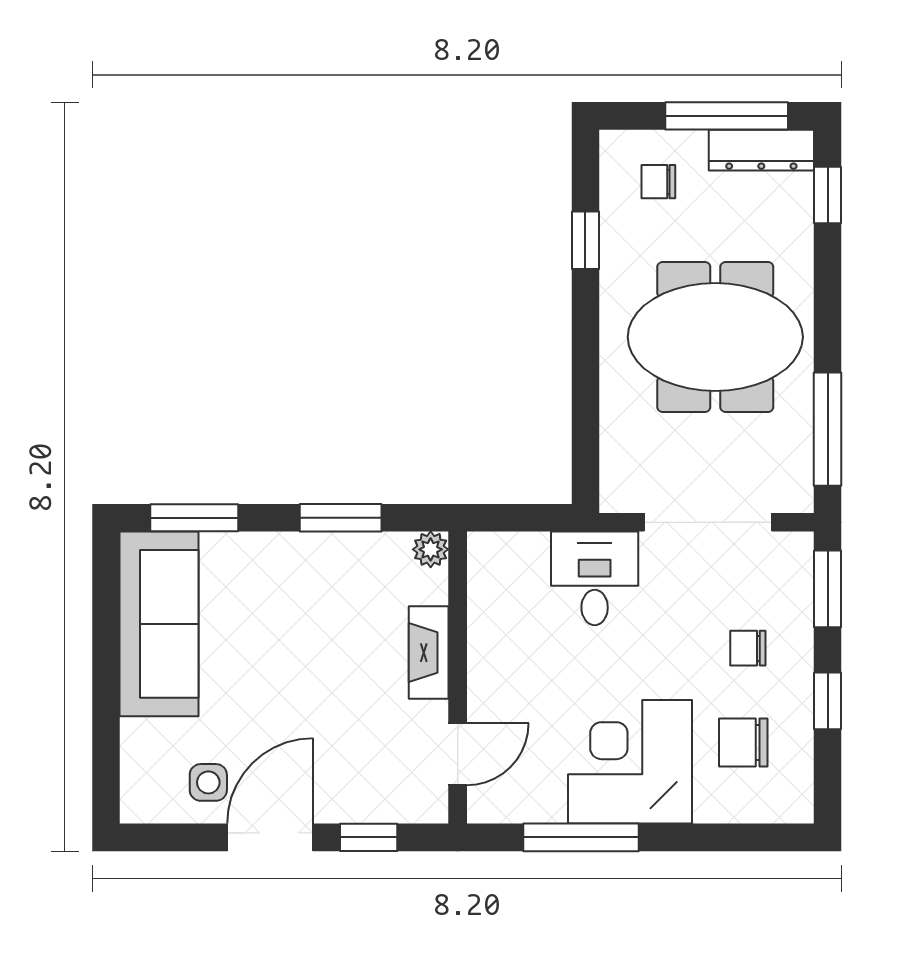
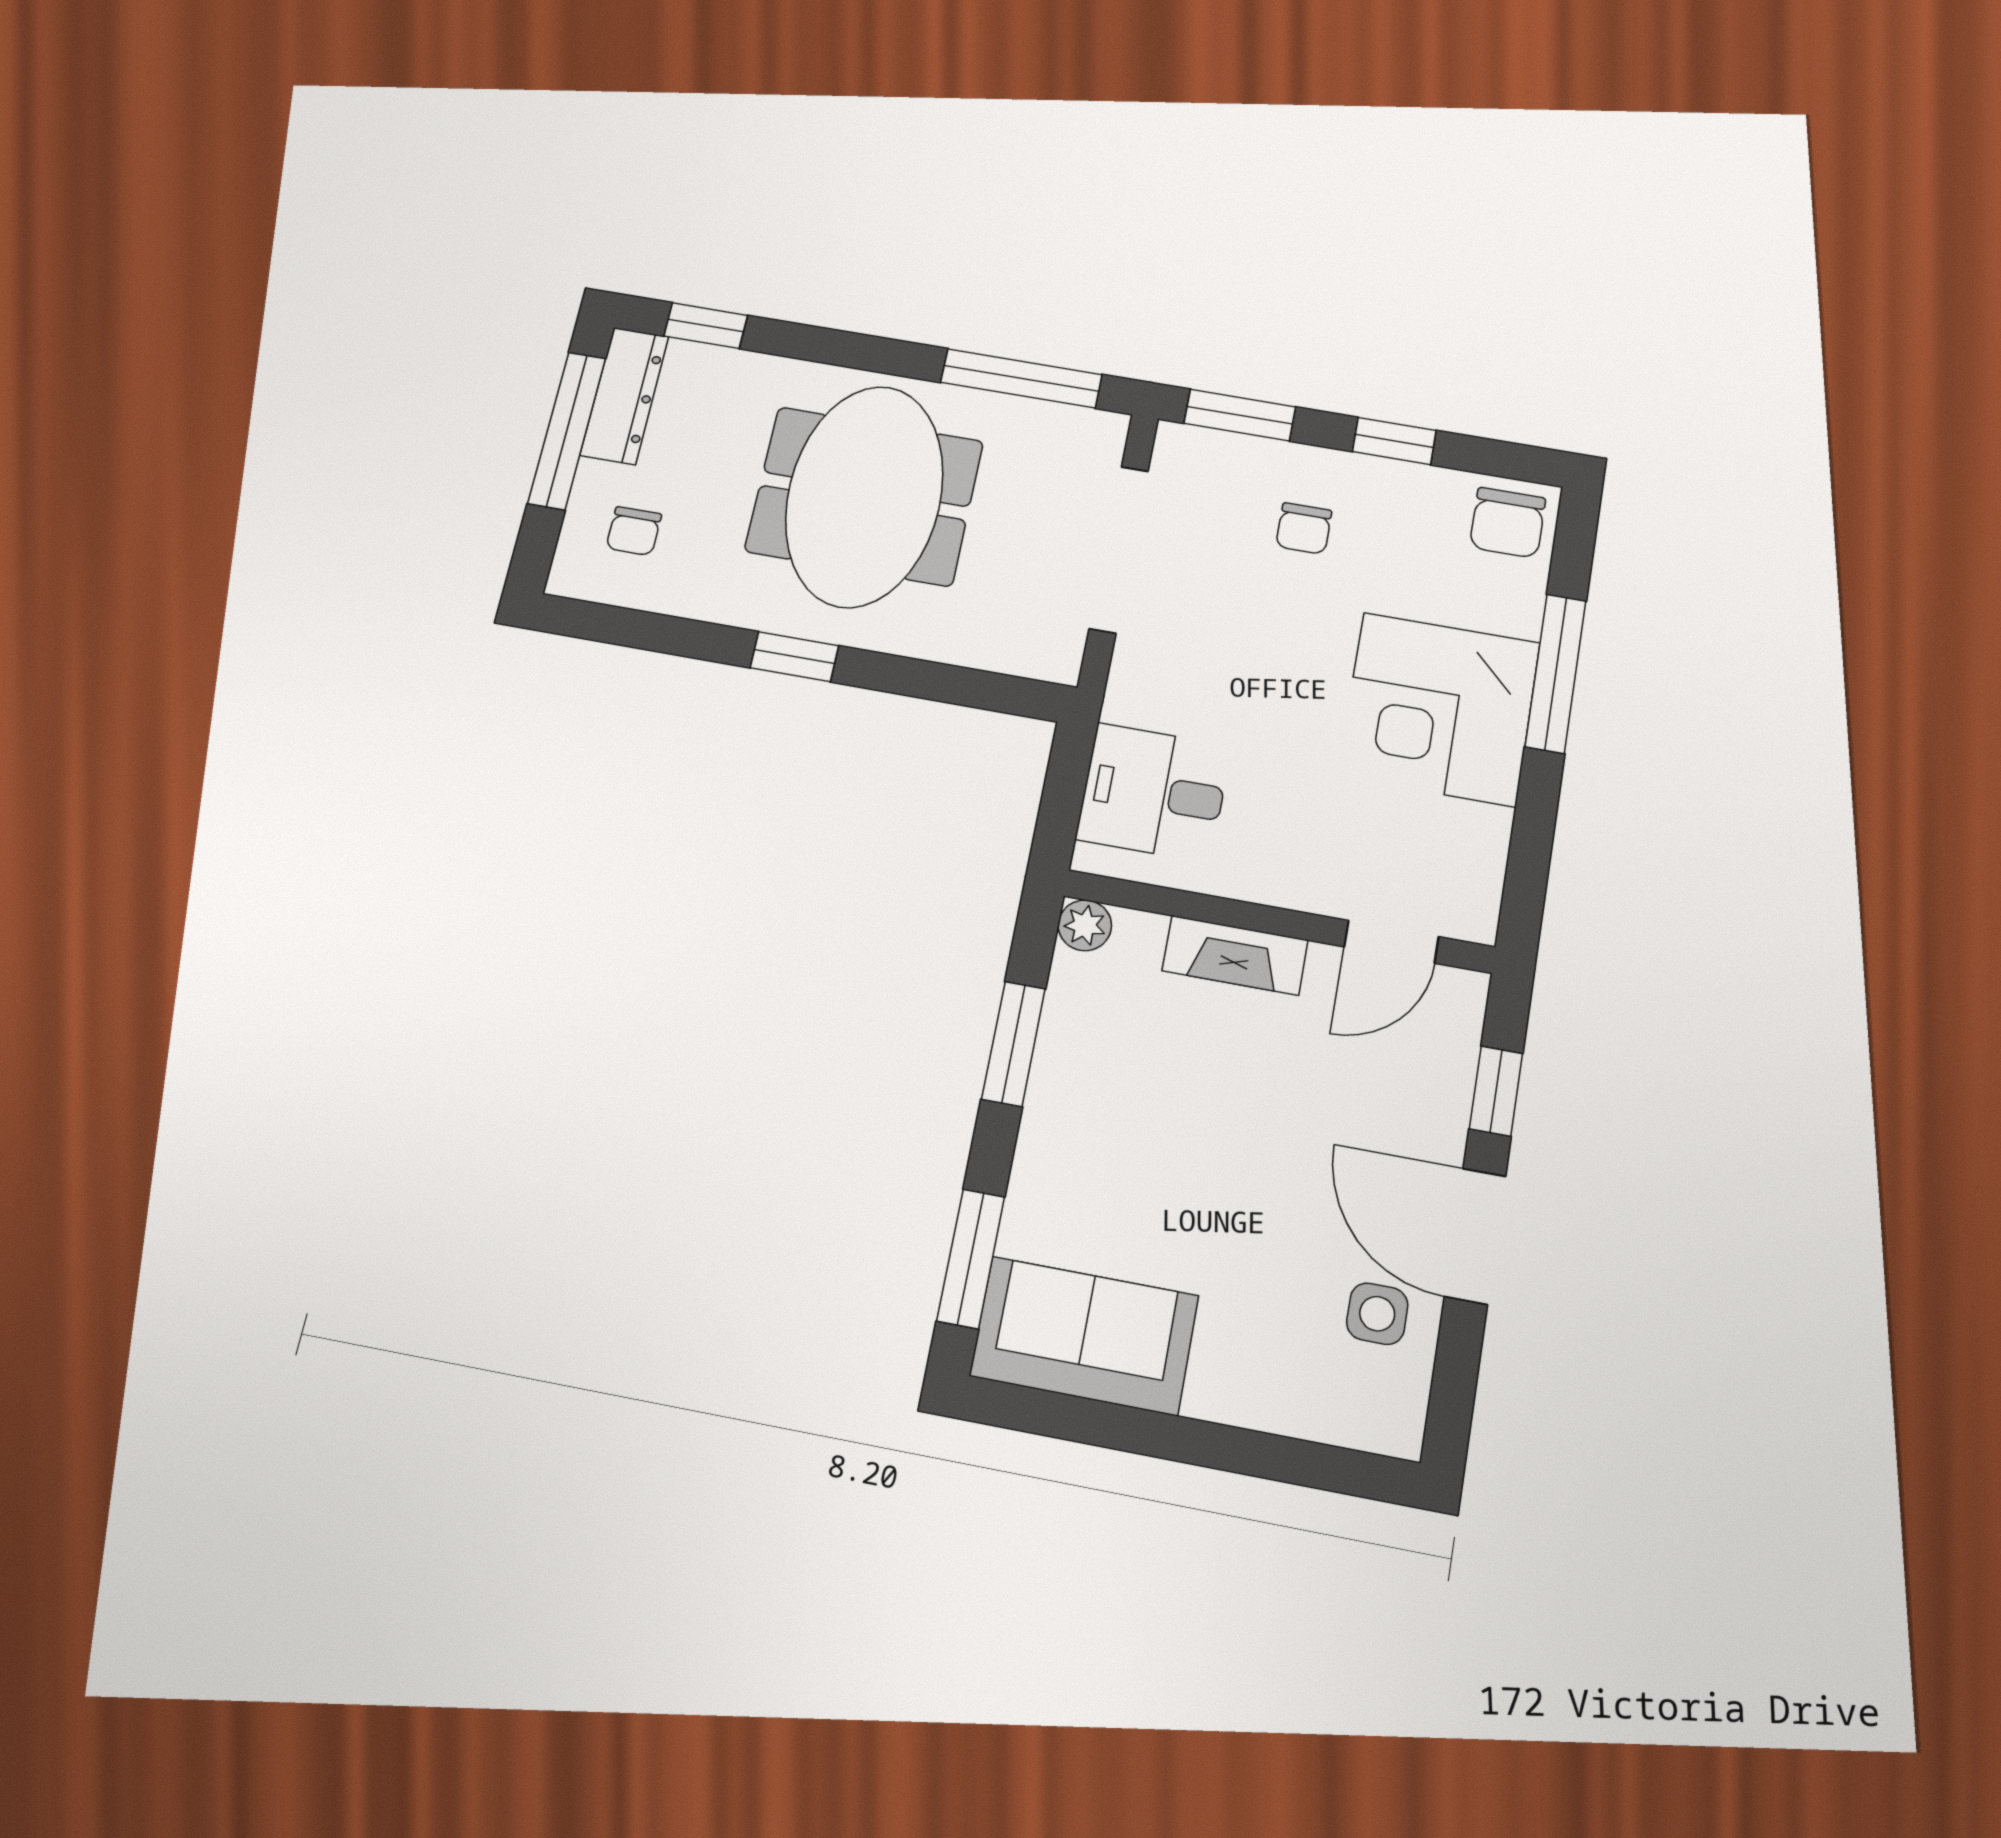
window: (585, 240) -> (794, 657), moved
desk: (595, 578) -> (1154, 793), moved
sofa: (159, 624) -> (1084, 1336), width x0.73
chair: (743, 743) -> (1508, 523), moved
door: (458, 754) -> (1391, 942), swing flipped
window: (581, 837) -> (1556, 673), moved

